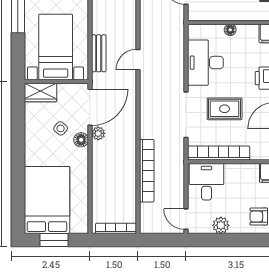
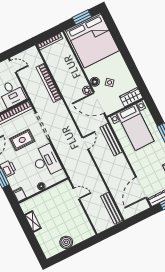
bench: (99, 53) -> (111, 140), width x1.36
door: (90, 107) -> (99, 103), hinge flipped
bed: (47, 200) -> (92, 40), width x1.36

